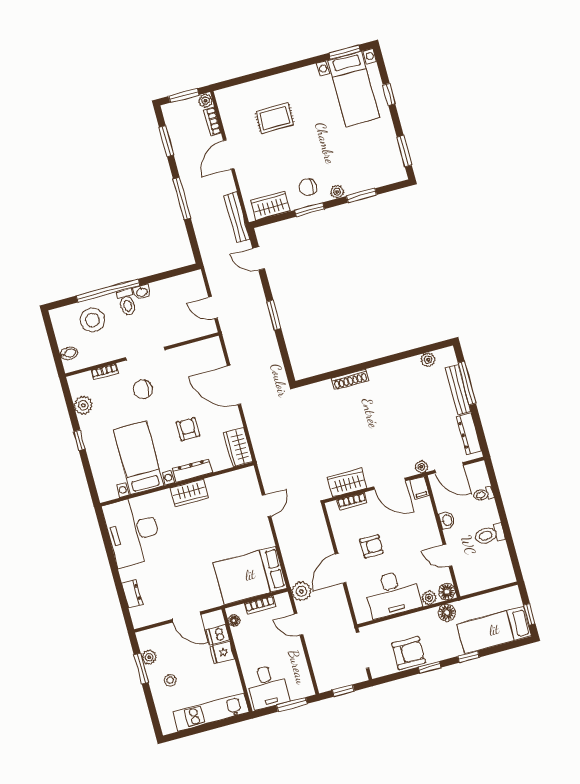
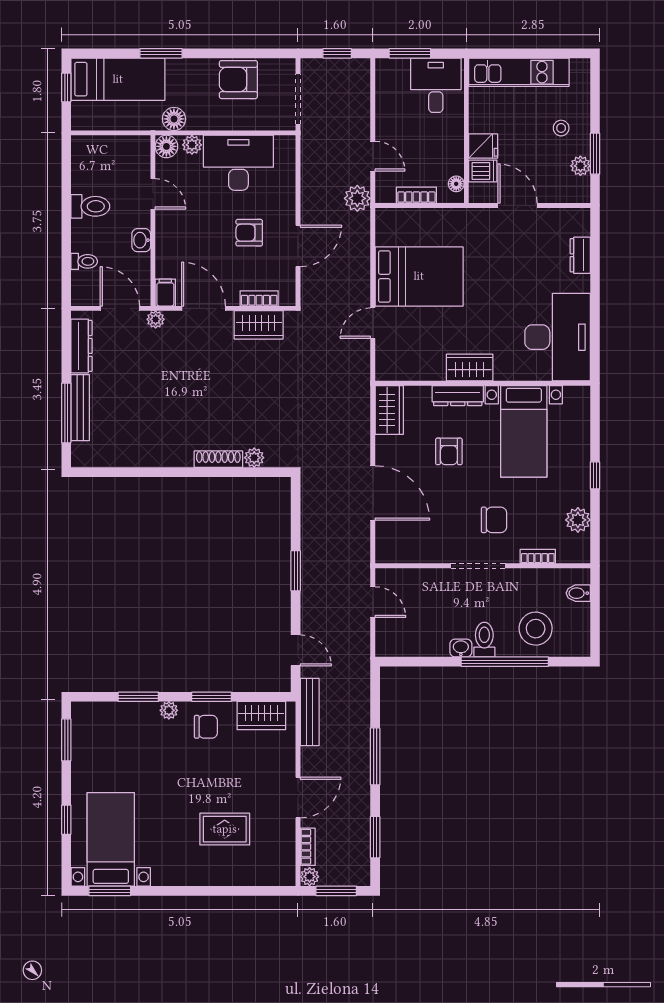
plant: (428, 360) -> (254, 458), moved
door: (340, 568) -> (298, 246), moved
bed: (250, 575) -> (419, 276), moved
window: (469, 657) -> (161, 53), width x1.50
window: (429, 667) -> (216, 53), removed

